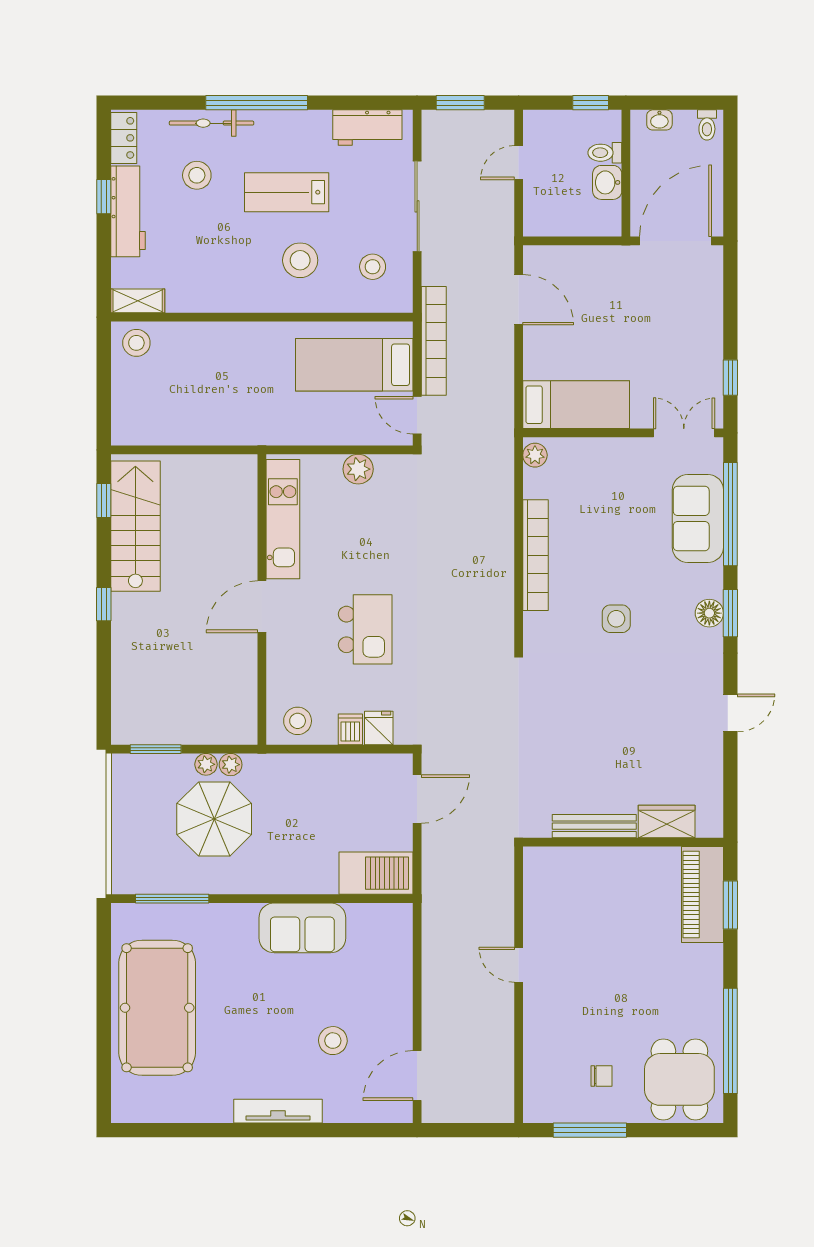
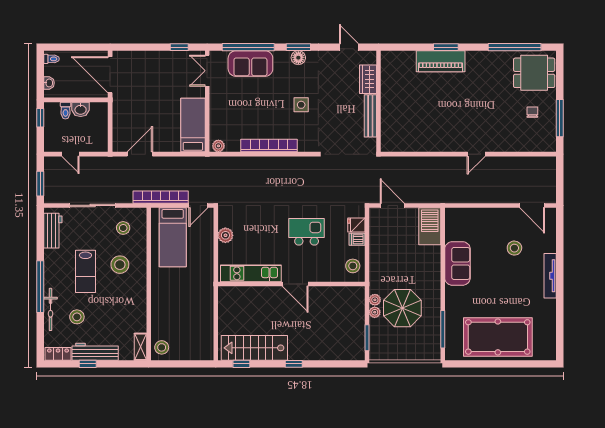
wardrobe: (667, 822) -> (368, 79), moved
bench: (594, 826) -> (370, 116), moved
wall: (623, 842) -> (378, 101), moved

